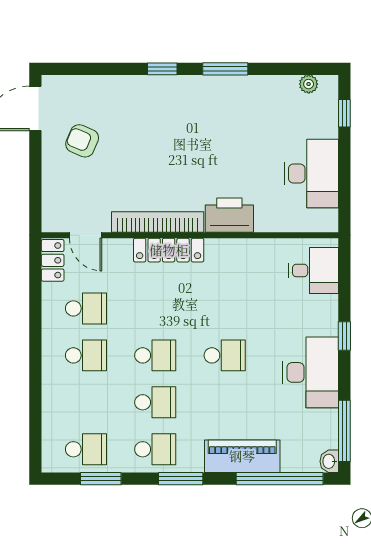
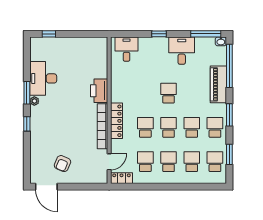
plant: (309, 84) -> (34, 101), moved
desk: (311, 174) -> (43, 78), moved, turned -90
school desk: (155, 308) -> (145, 127), added
desk: (311, 372) -> (182, 51), width x0.73
school desk: (86, 402) -> (192, 162), added

